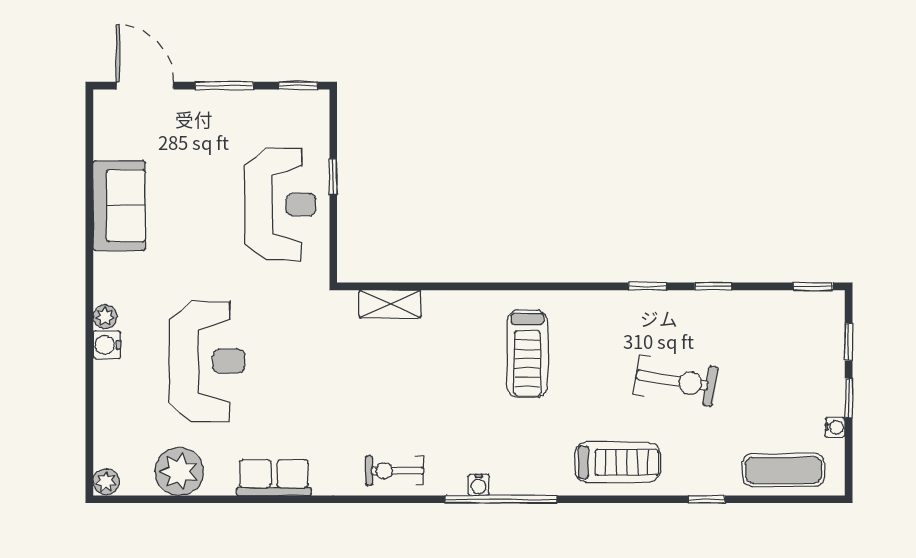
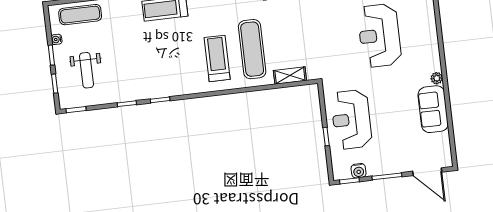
plant: (105, 317) -> (437, 78), moved
water cooler: (107, 345) -> (359, 171), moved, turned 90
weight bench: (784, 361) -> (87, 70), added
exercise mat: (457, 364) -> (252, 49), added
exercise bike: (676, 381) -> (140, 53), removed

